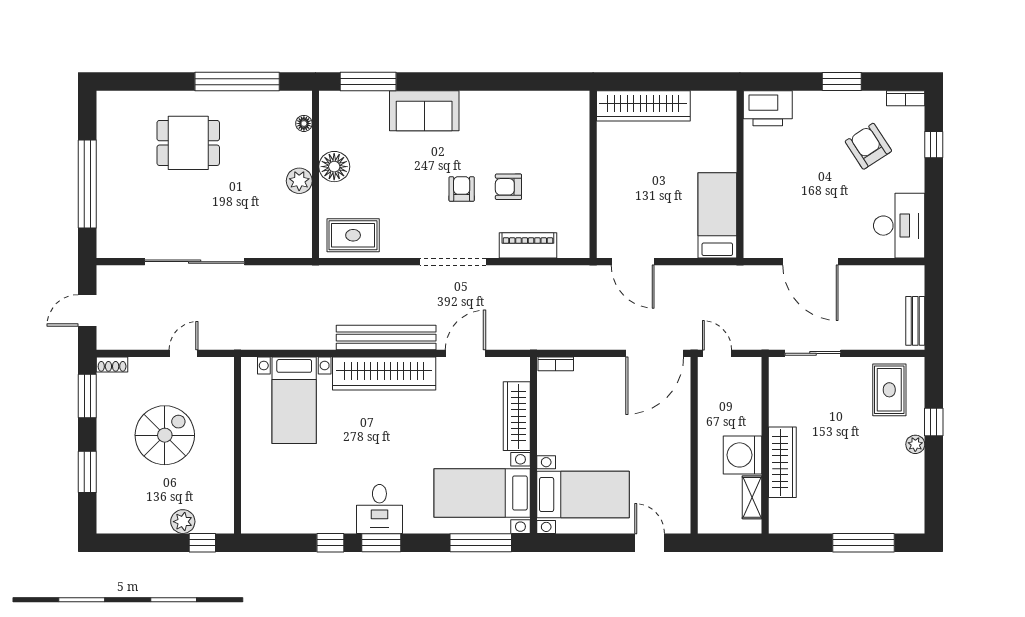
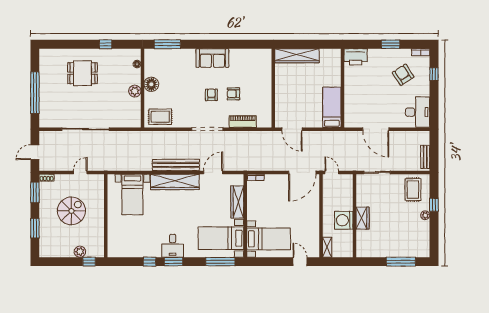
window: (237, 82) -> (106, 44), width x0.32
sofa: (424, 111) -> (212, 58), moved
wardrobe: (782, 462) -> (363, 218), width x0.67
shelving: (752, 497) -> (327, 247), moved

